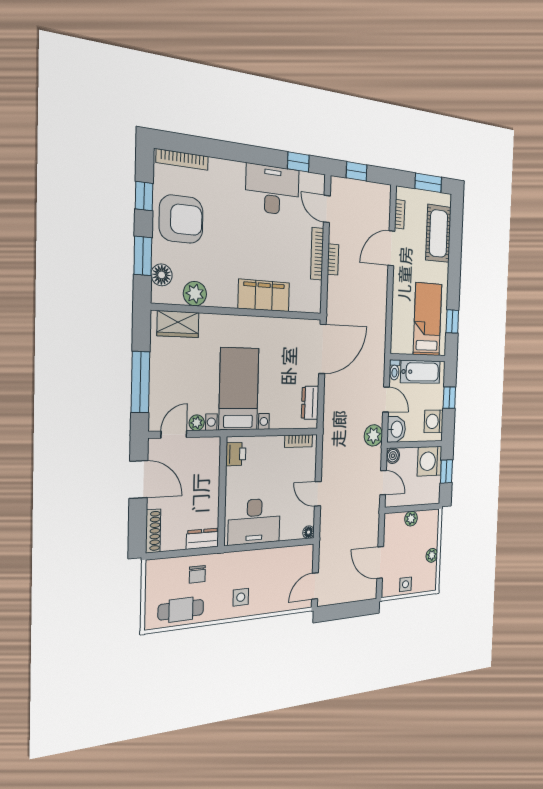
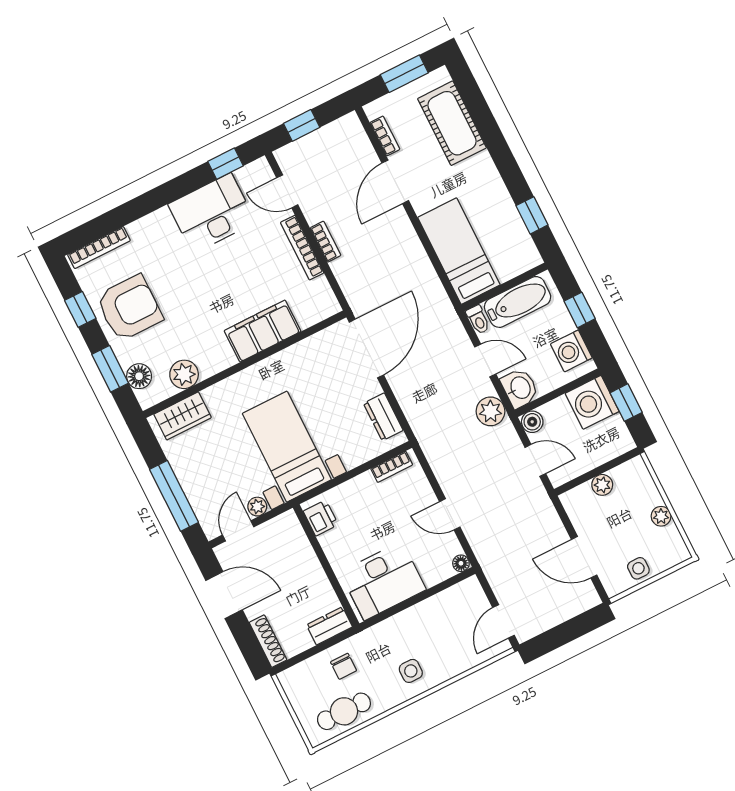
bed: (428, 319) -> (459, 251), moved

